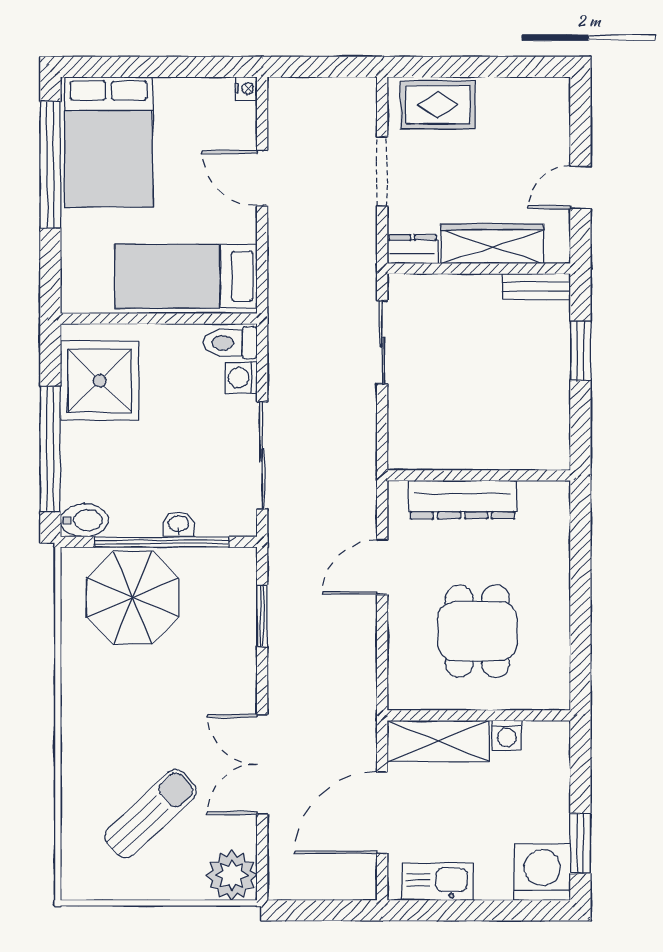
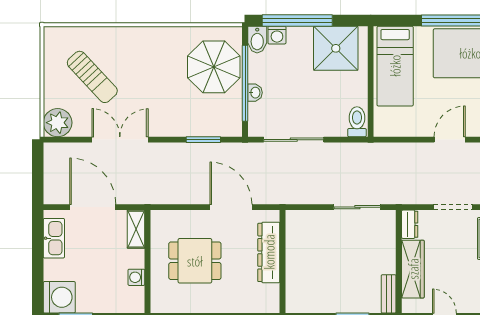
bed: (186, 276) -> (395, 66), moved, turned 180
washing machine: (241, 378) -> (277, 35), moved, turned 180
door: (382, 567) -> (231, 207), width x1.36
shelving: (438, 741) -> (136, 229), width x0.67, depth x0.75

